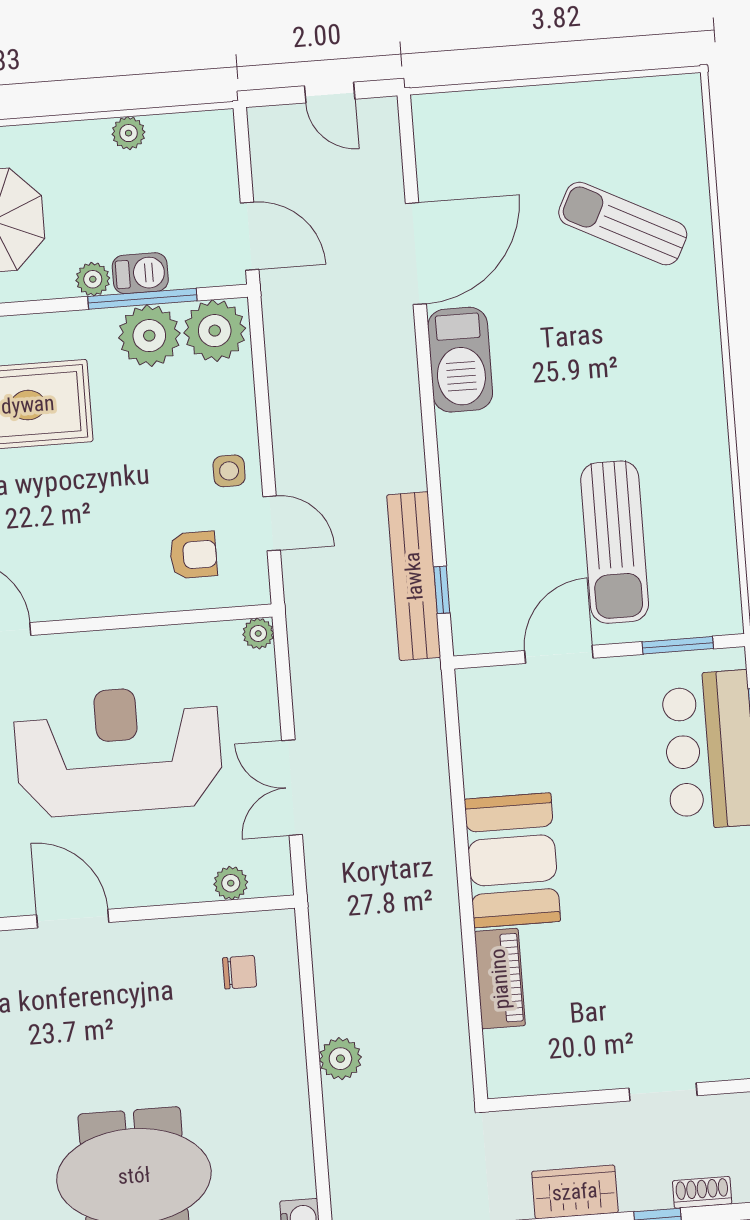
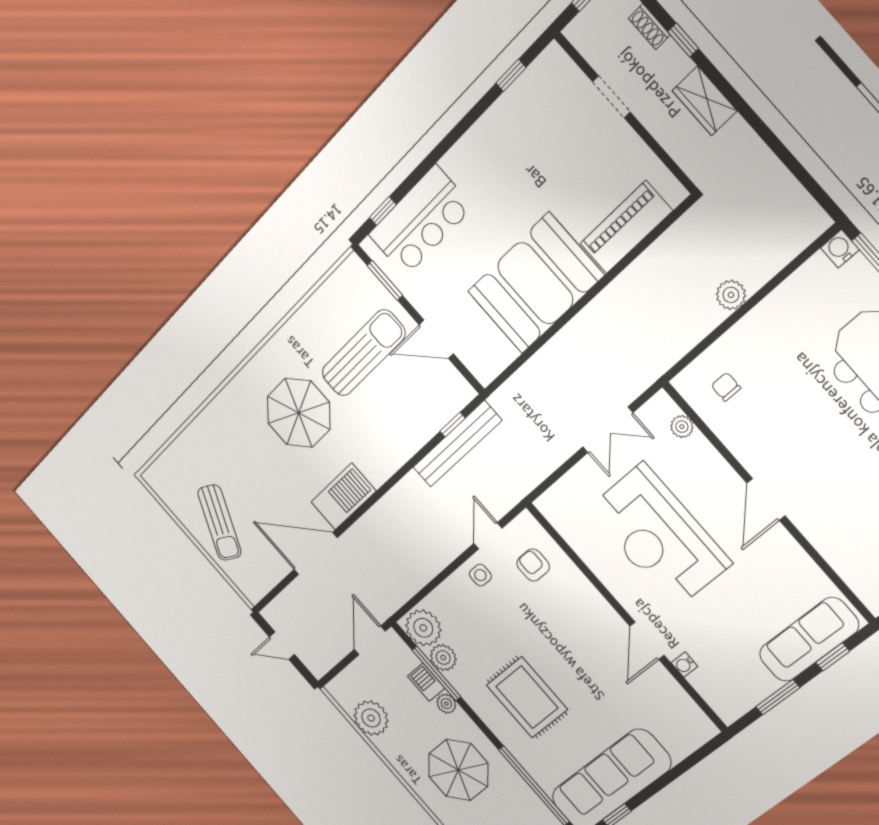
door: (330, 93) -> (282, 646), swing flipped
plant: (129, 133) -> (371, 718), width x1.88, depth x1.88
sun lounger: (623, 224) -> (219, 523), moved
plant: (149, 336) -> (443, 658), width x0.73, depth x0.73
parasol: (609, 387) -> (299, 413), added
plant: (258, 633) -> (545, 504), removed
booth: (512, 860) -> (535, 283), width x1.36, depth x1.42
piano: (500, 979) -> (626, 227), width x1.37, depth x1.33

